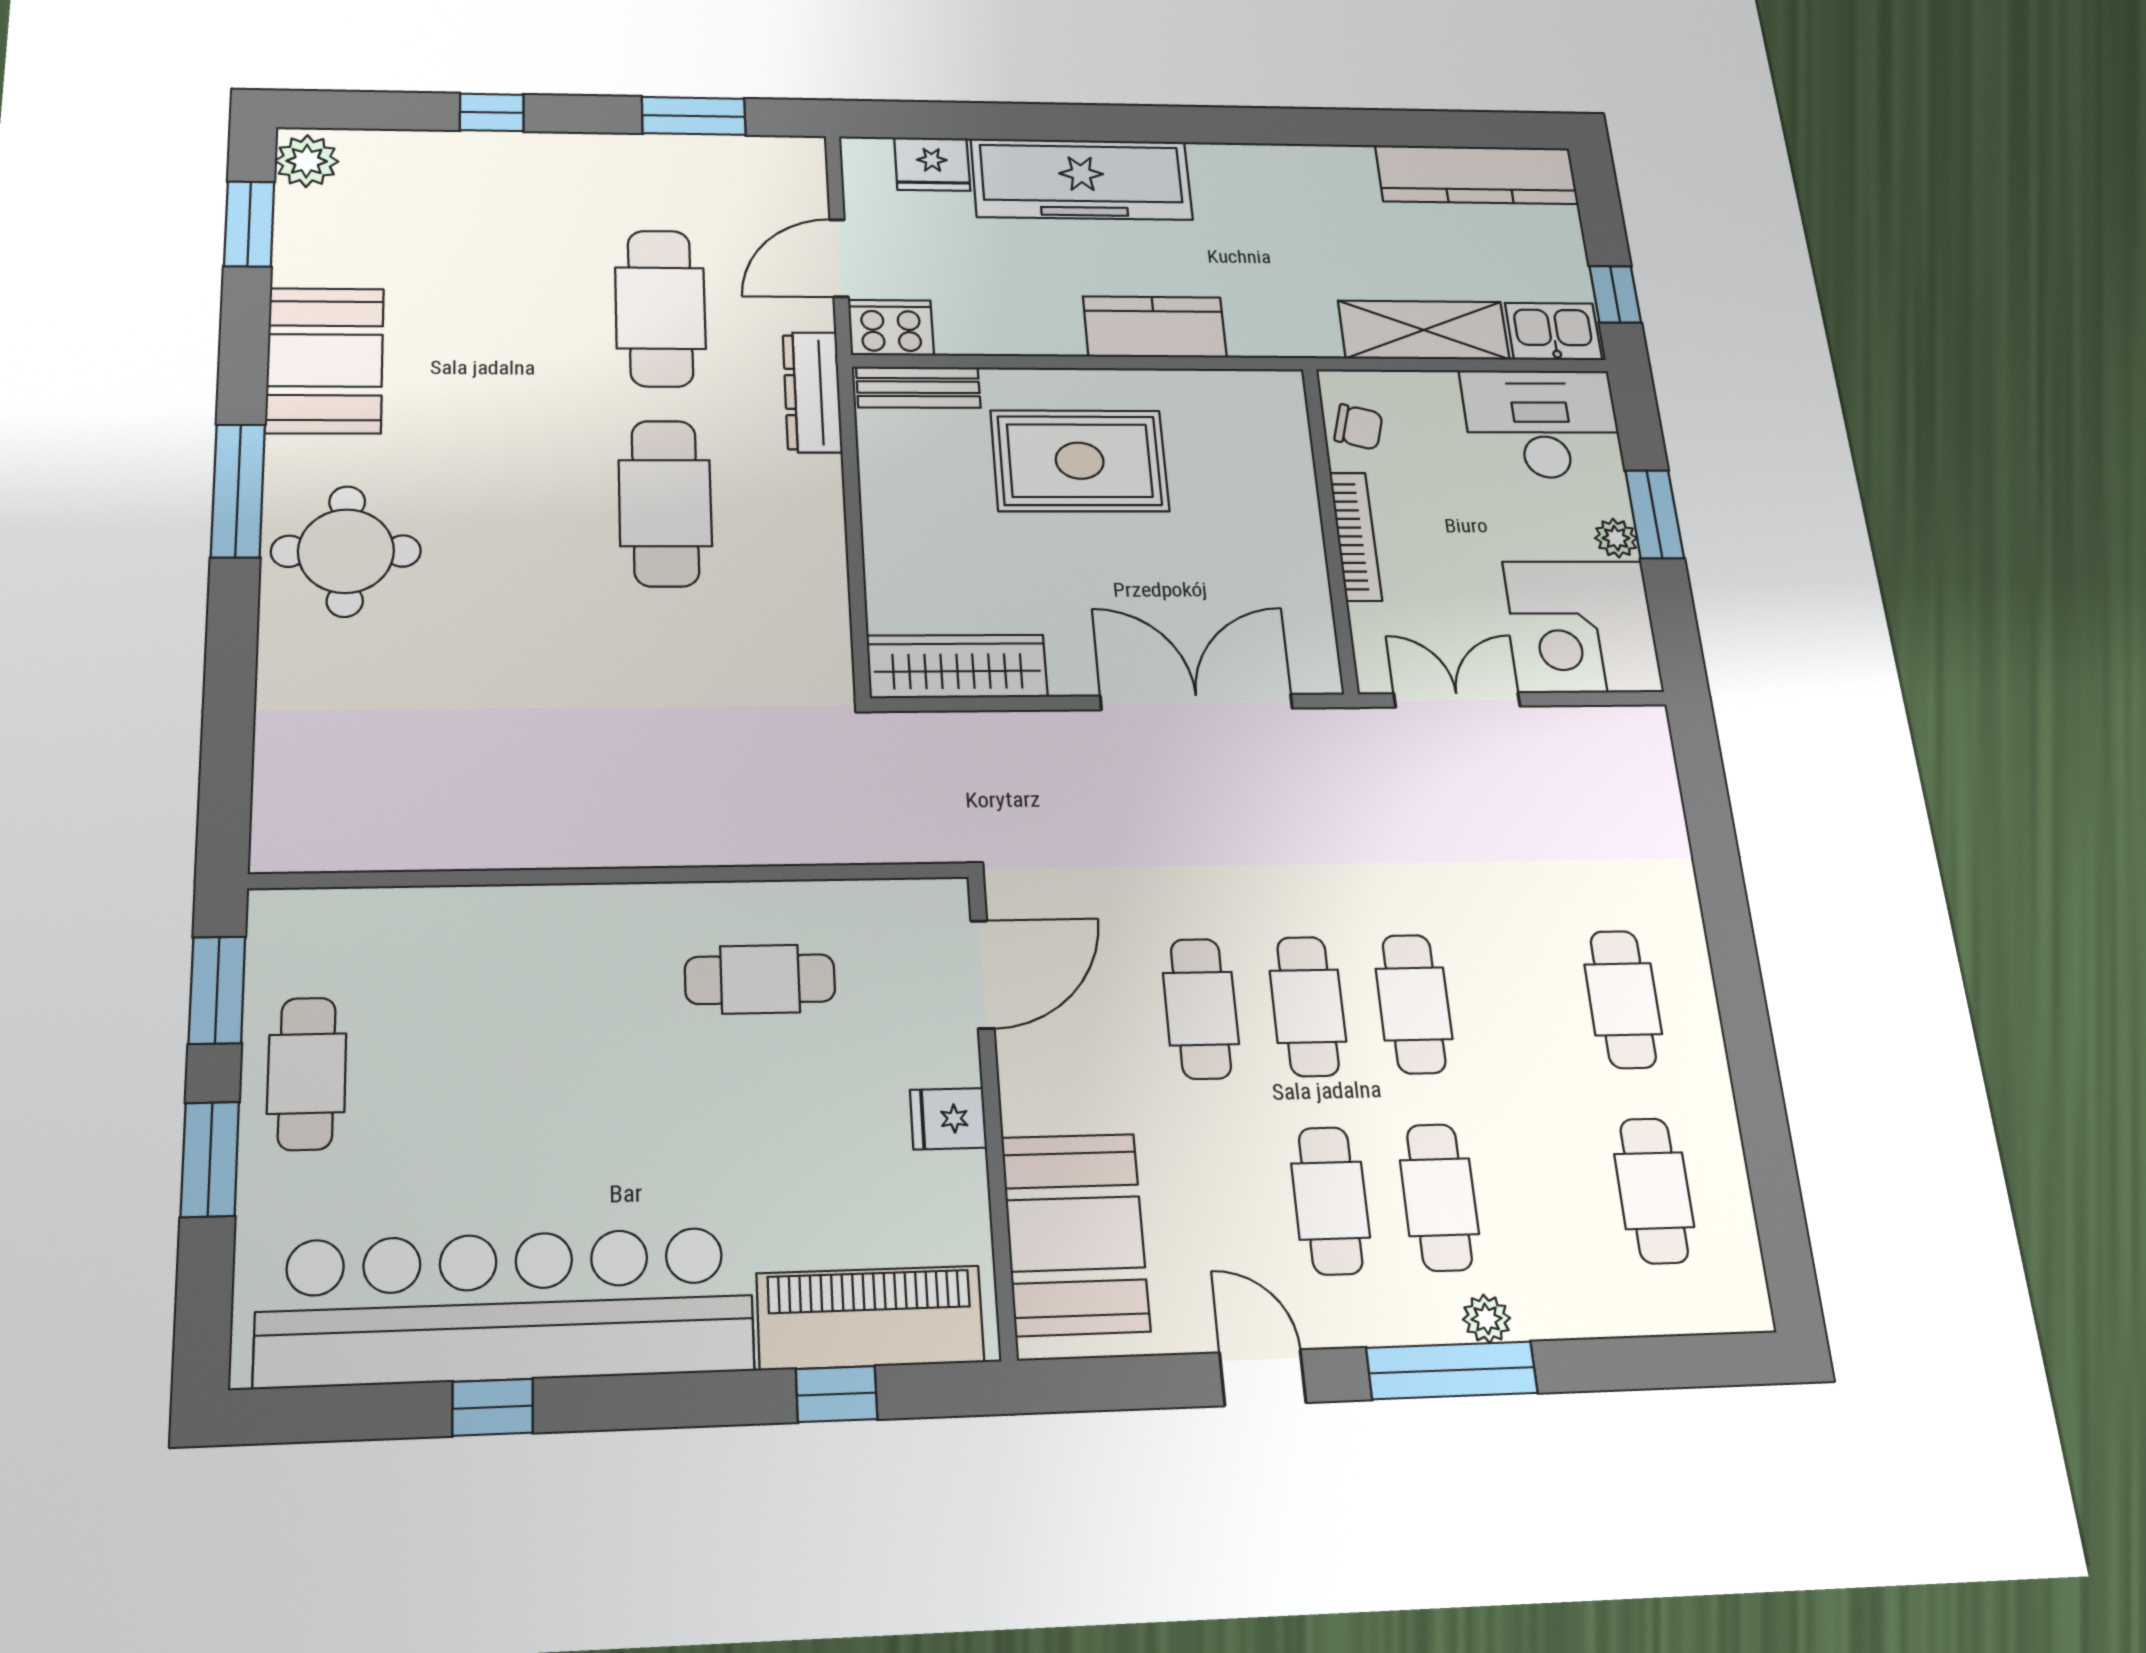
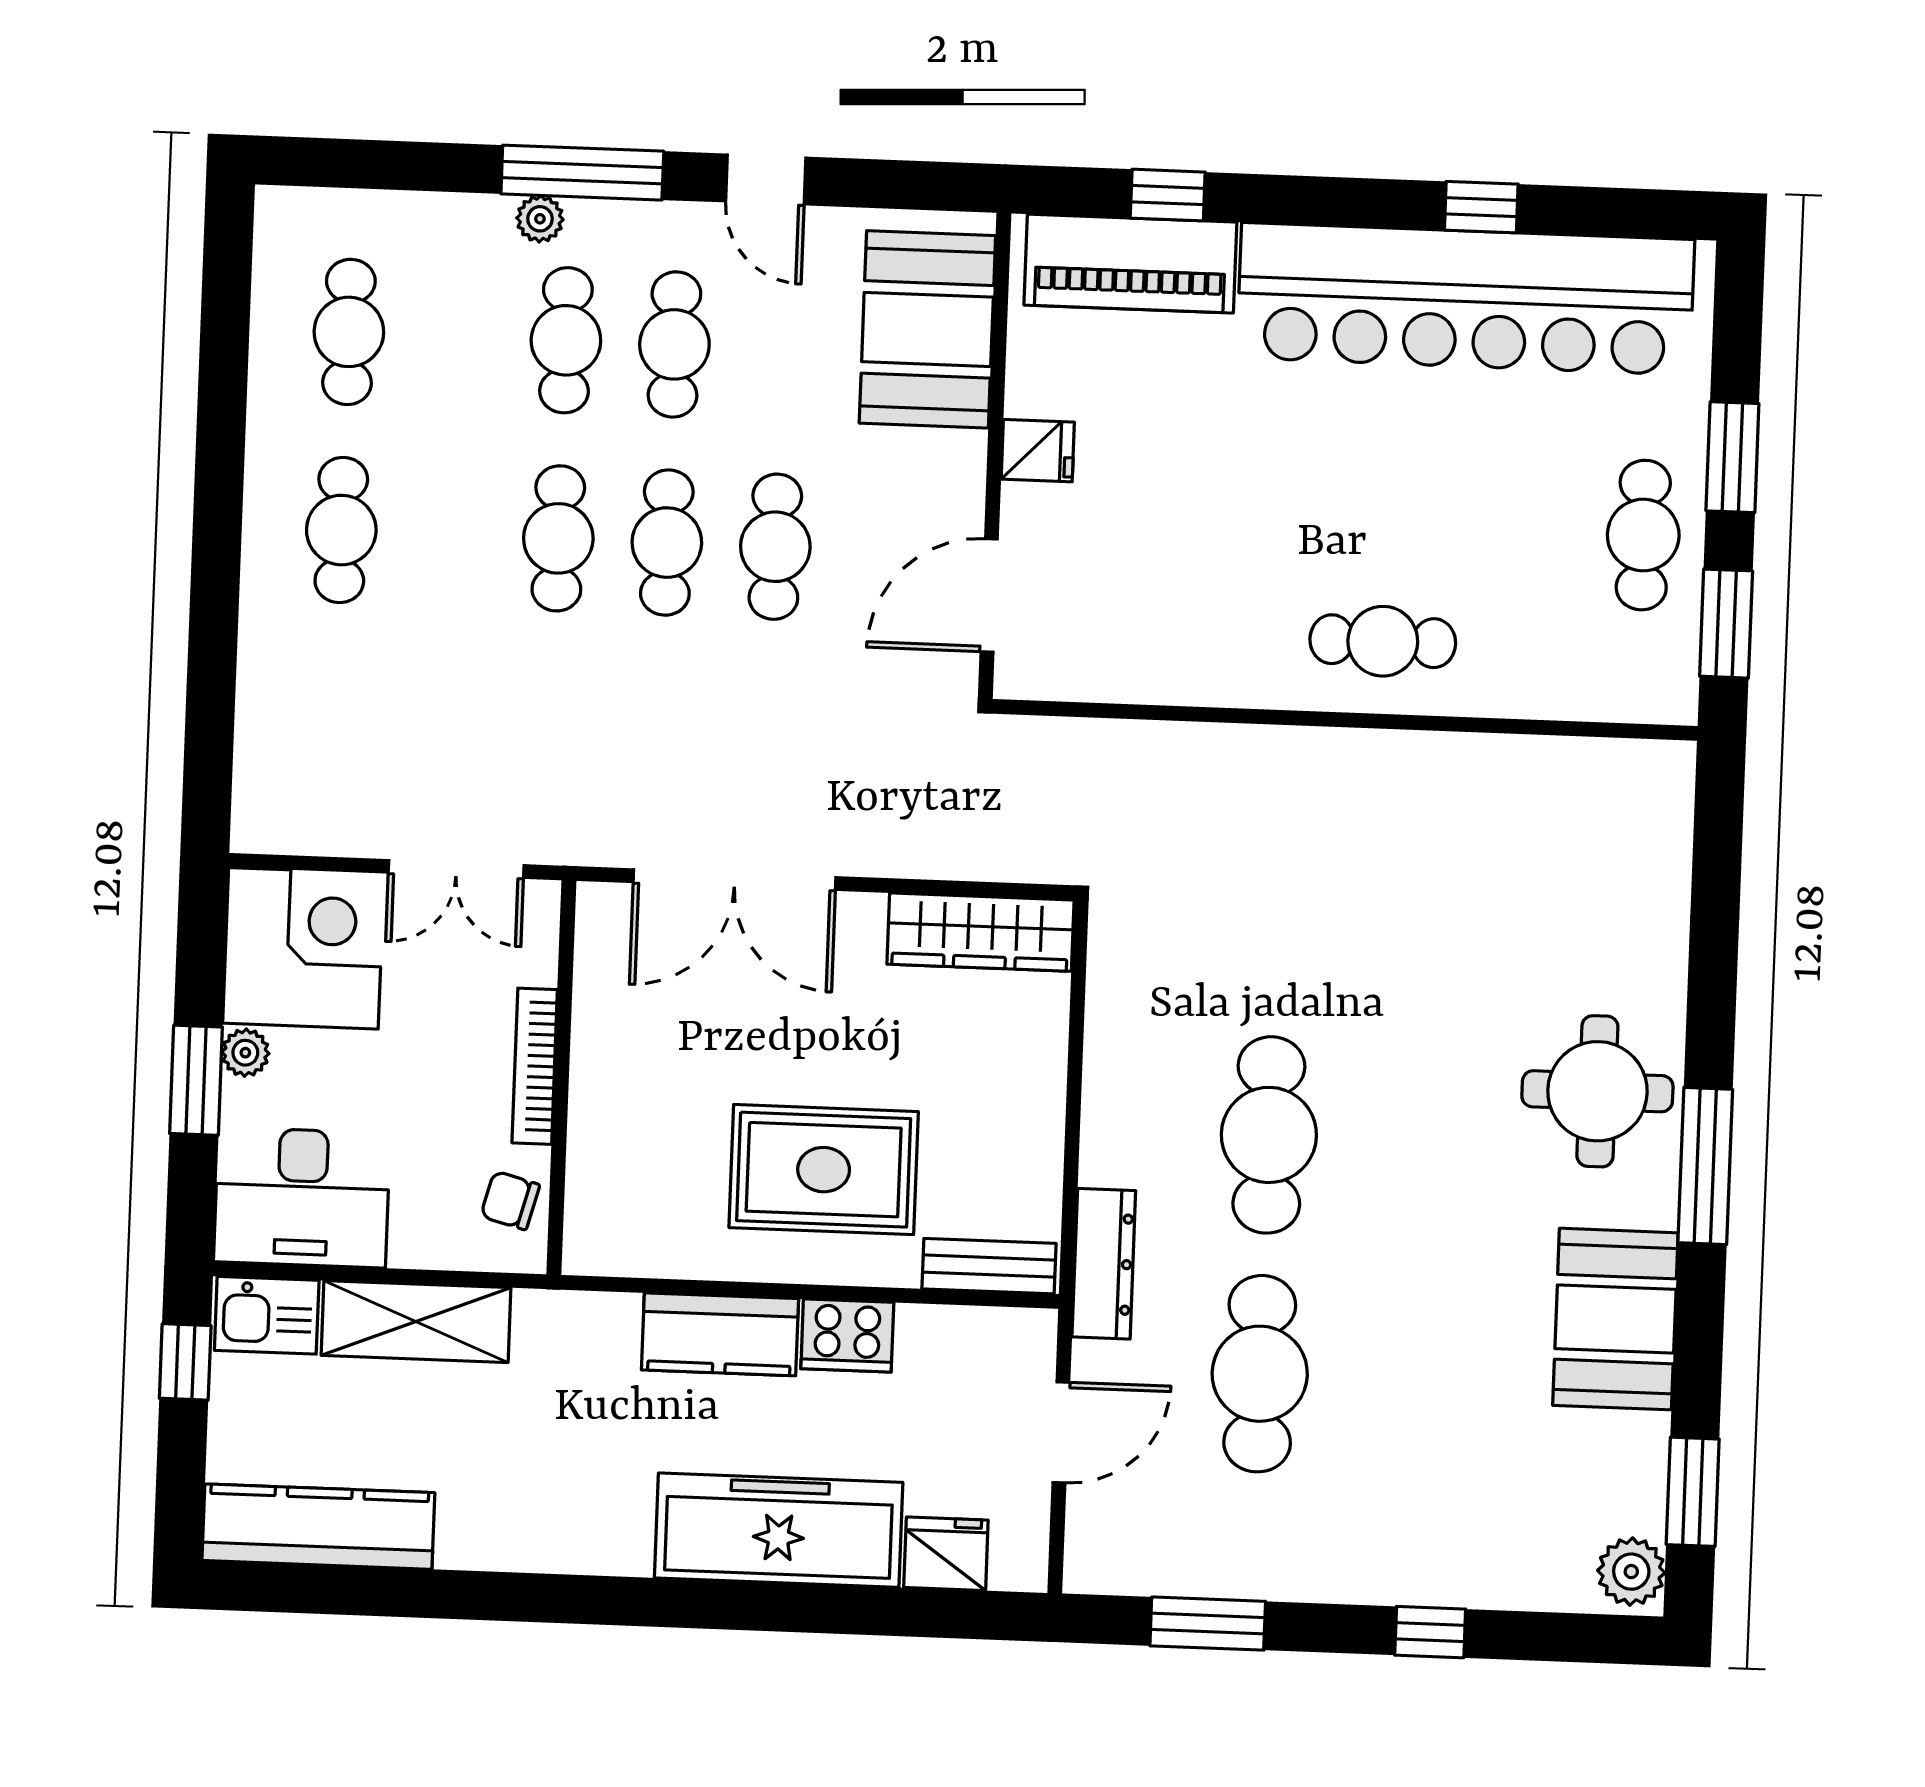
cooker: (891, 328) -> (847, 1336), moved
cafe table: (760, 979) -> (1383, 641), moved

